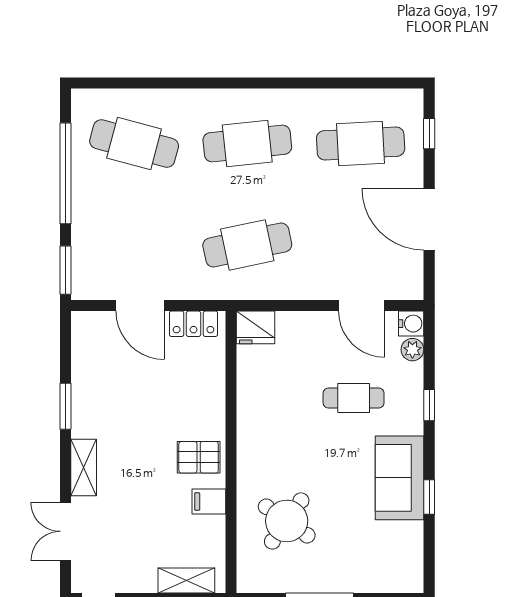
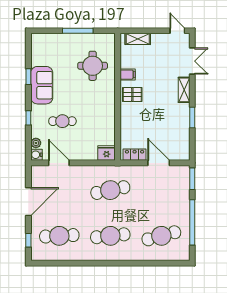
cafe table: (134, 143) -> (161, 236), turned -30
door: (429, 219) -> (28, 202), hinge flipped
round table: (287, 521) -> (93, 66), turned -35

